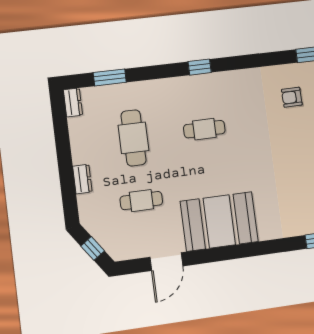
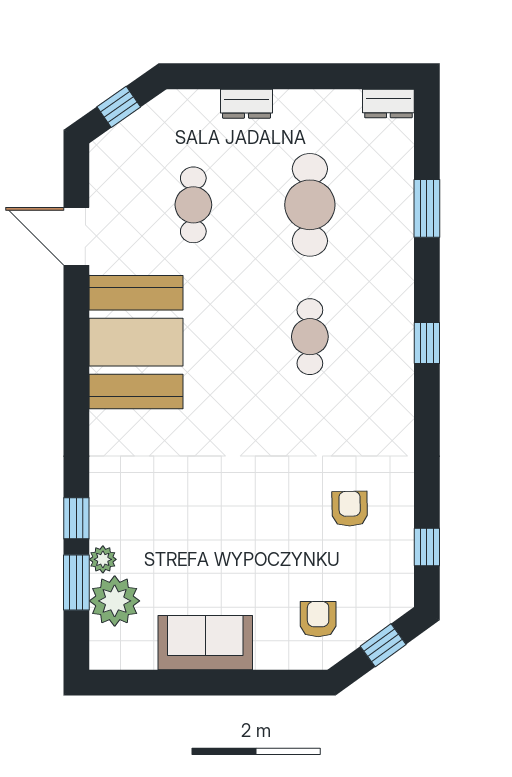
window: (110, 77) -> (427, 208), moved
cafe table: (134, 138) -> (310, 205), turned 90

